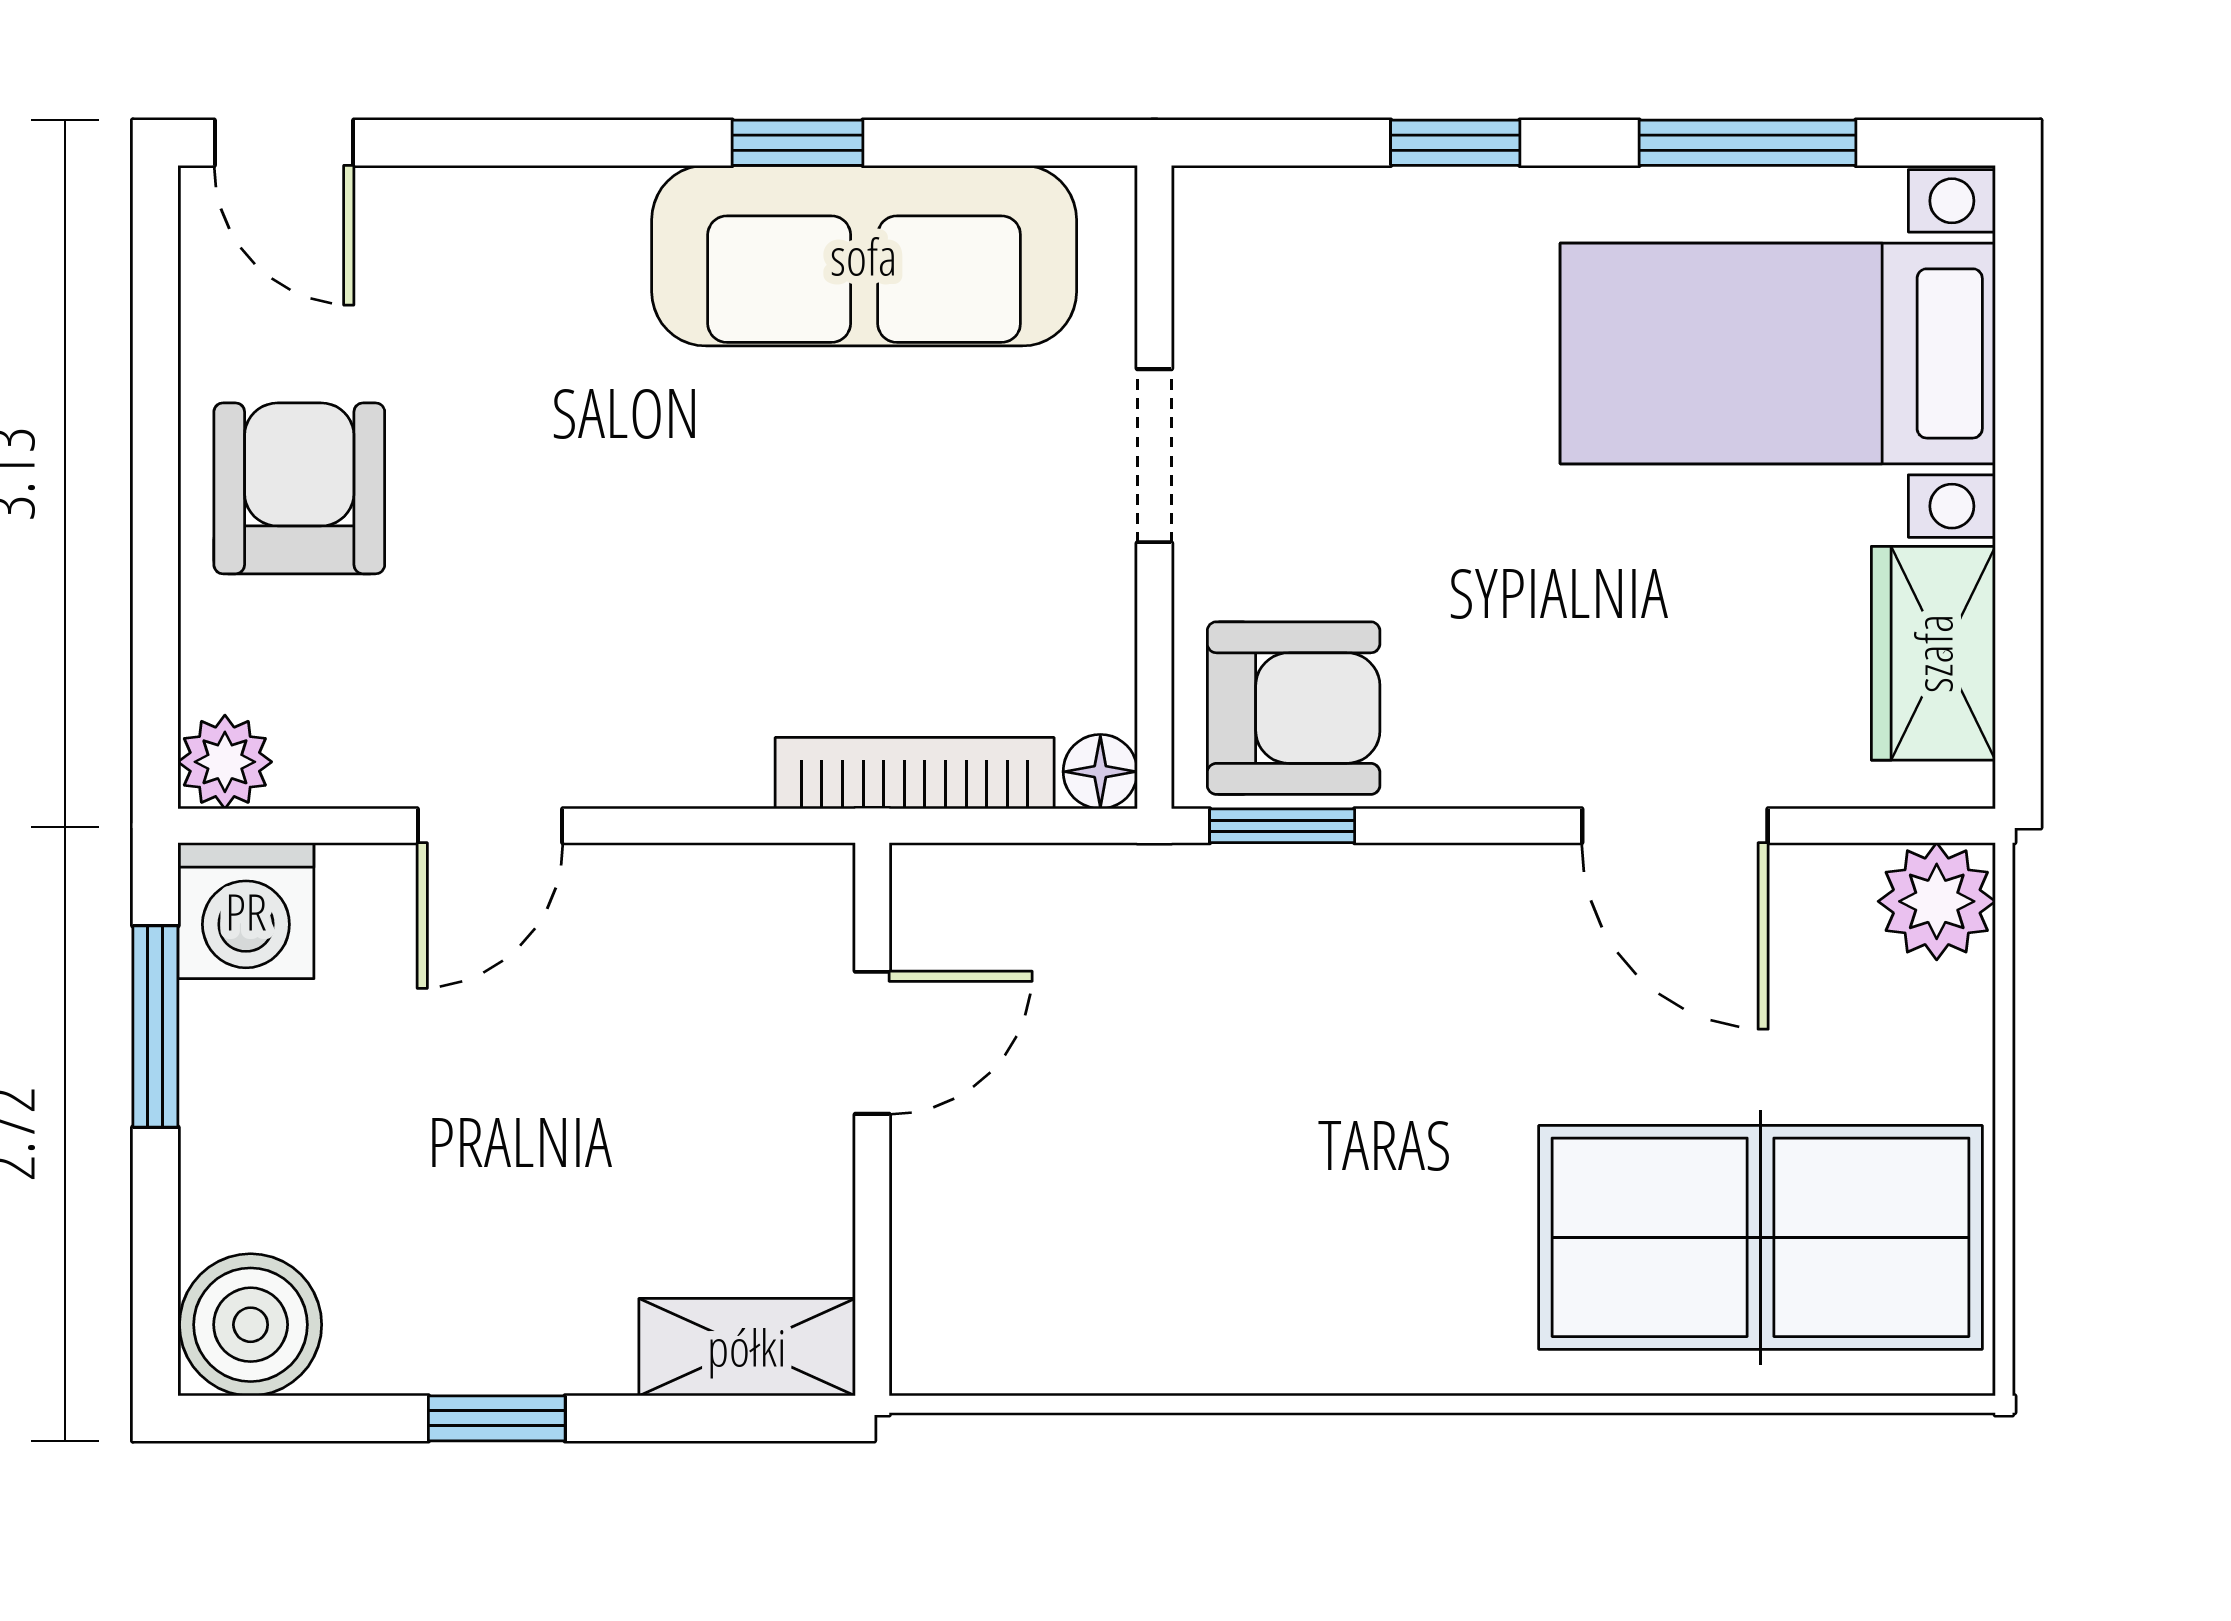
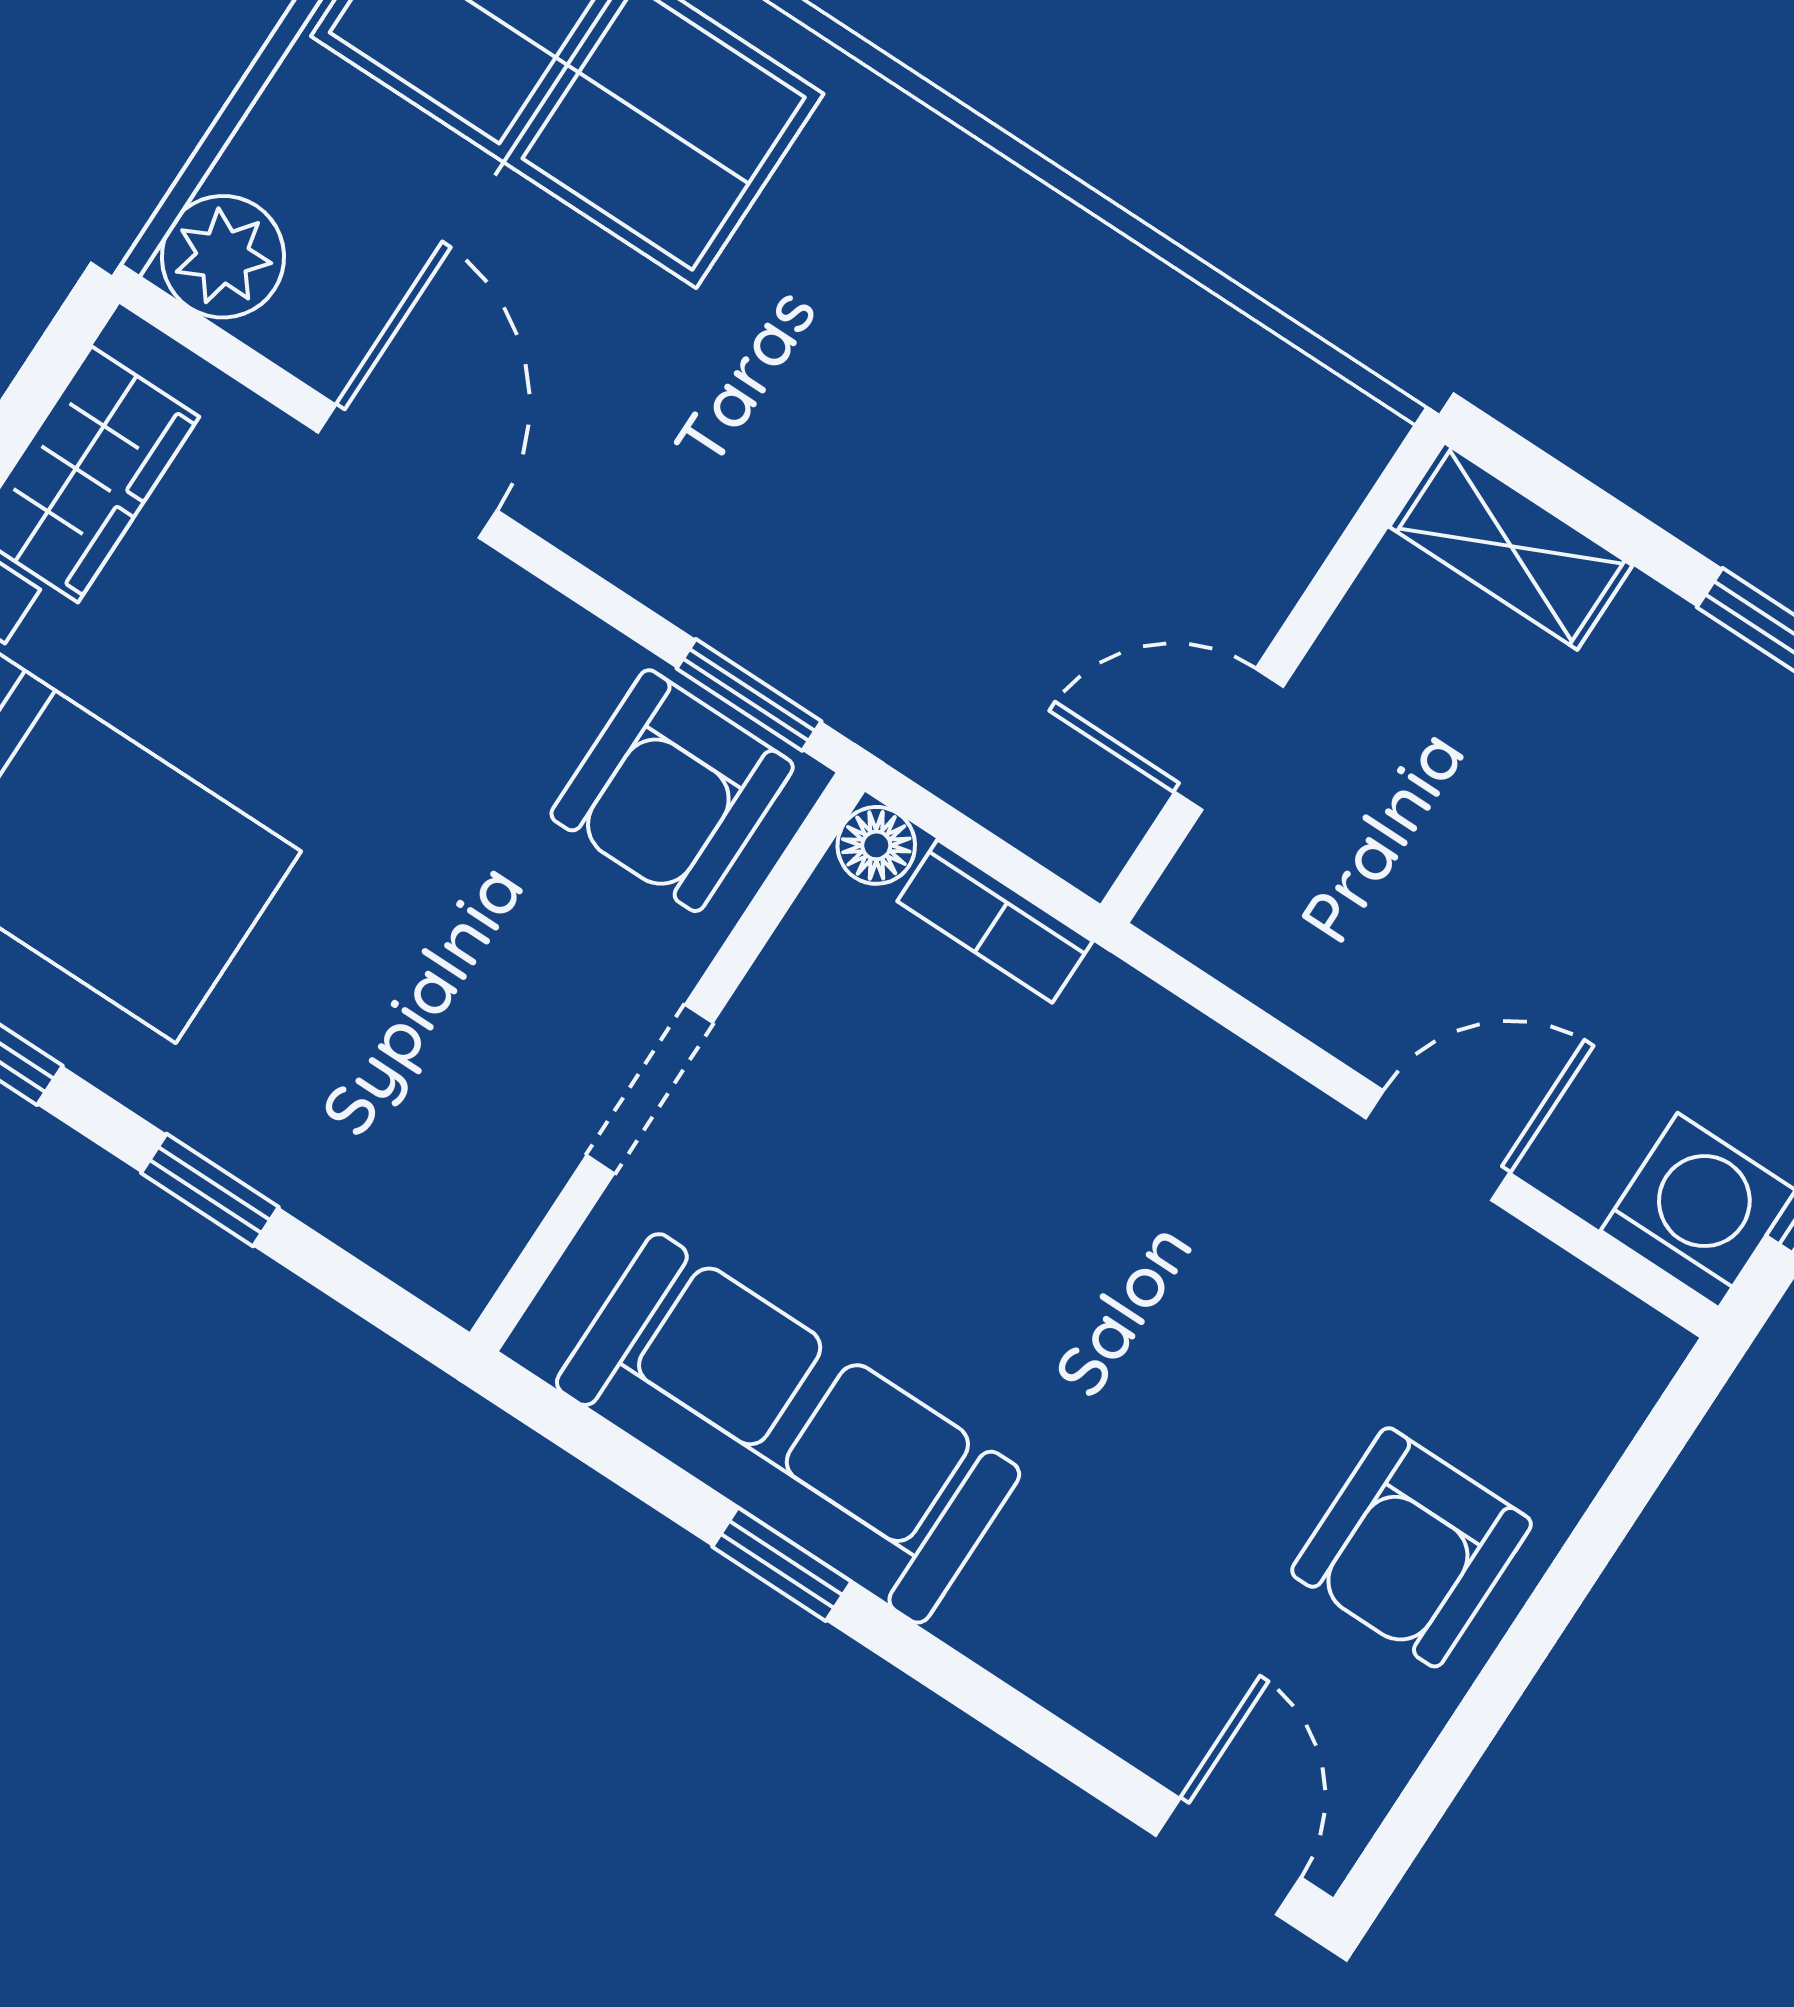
armchair: (1294, 708) -> (672, 791), turned -90
plant: (225, 762) -> (1632, 1352), removed
bookcase: (915, 773) -> (995, 921), width x0.64

